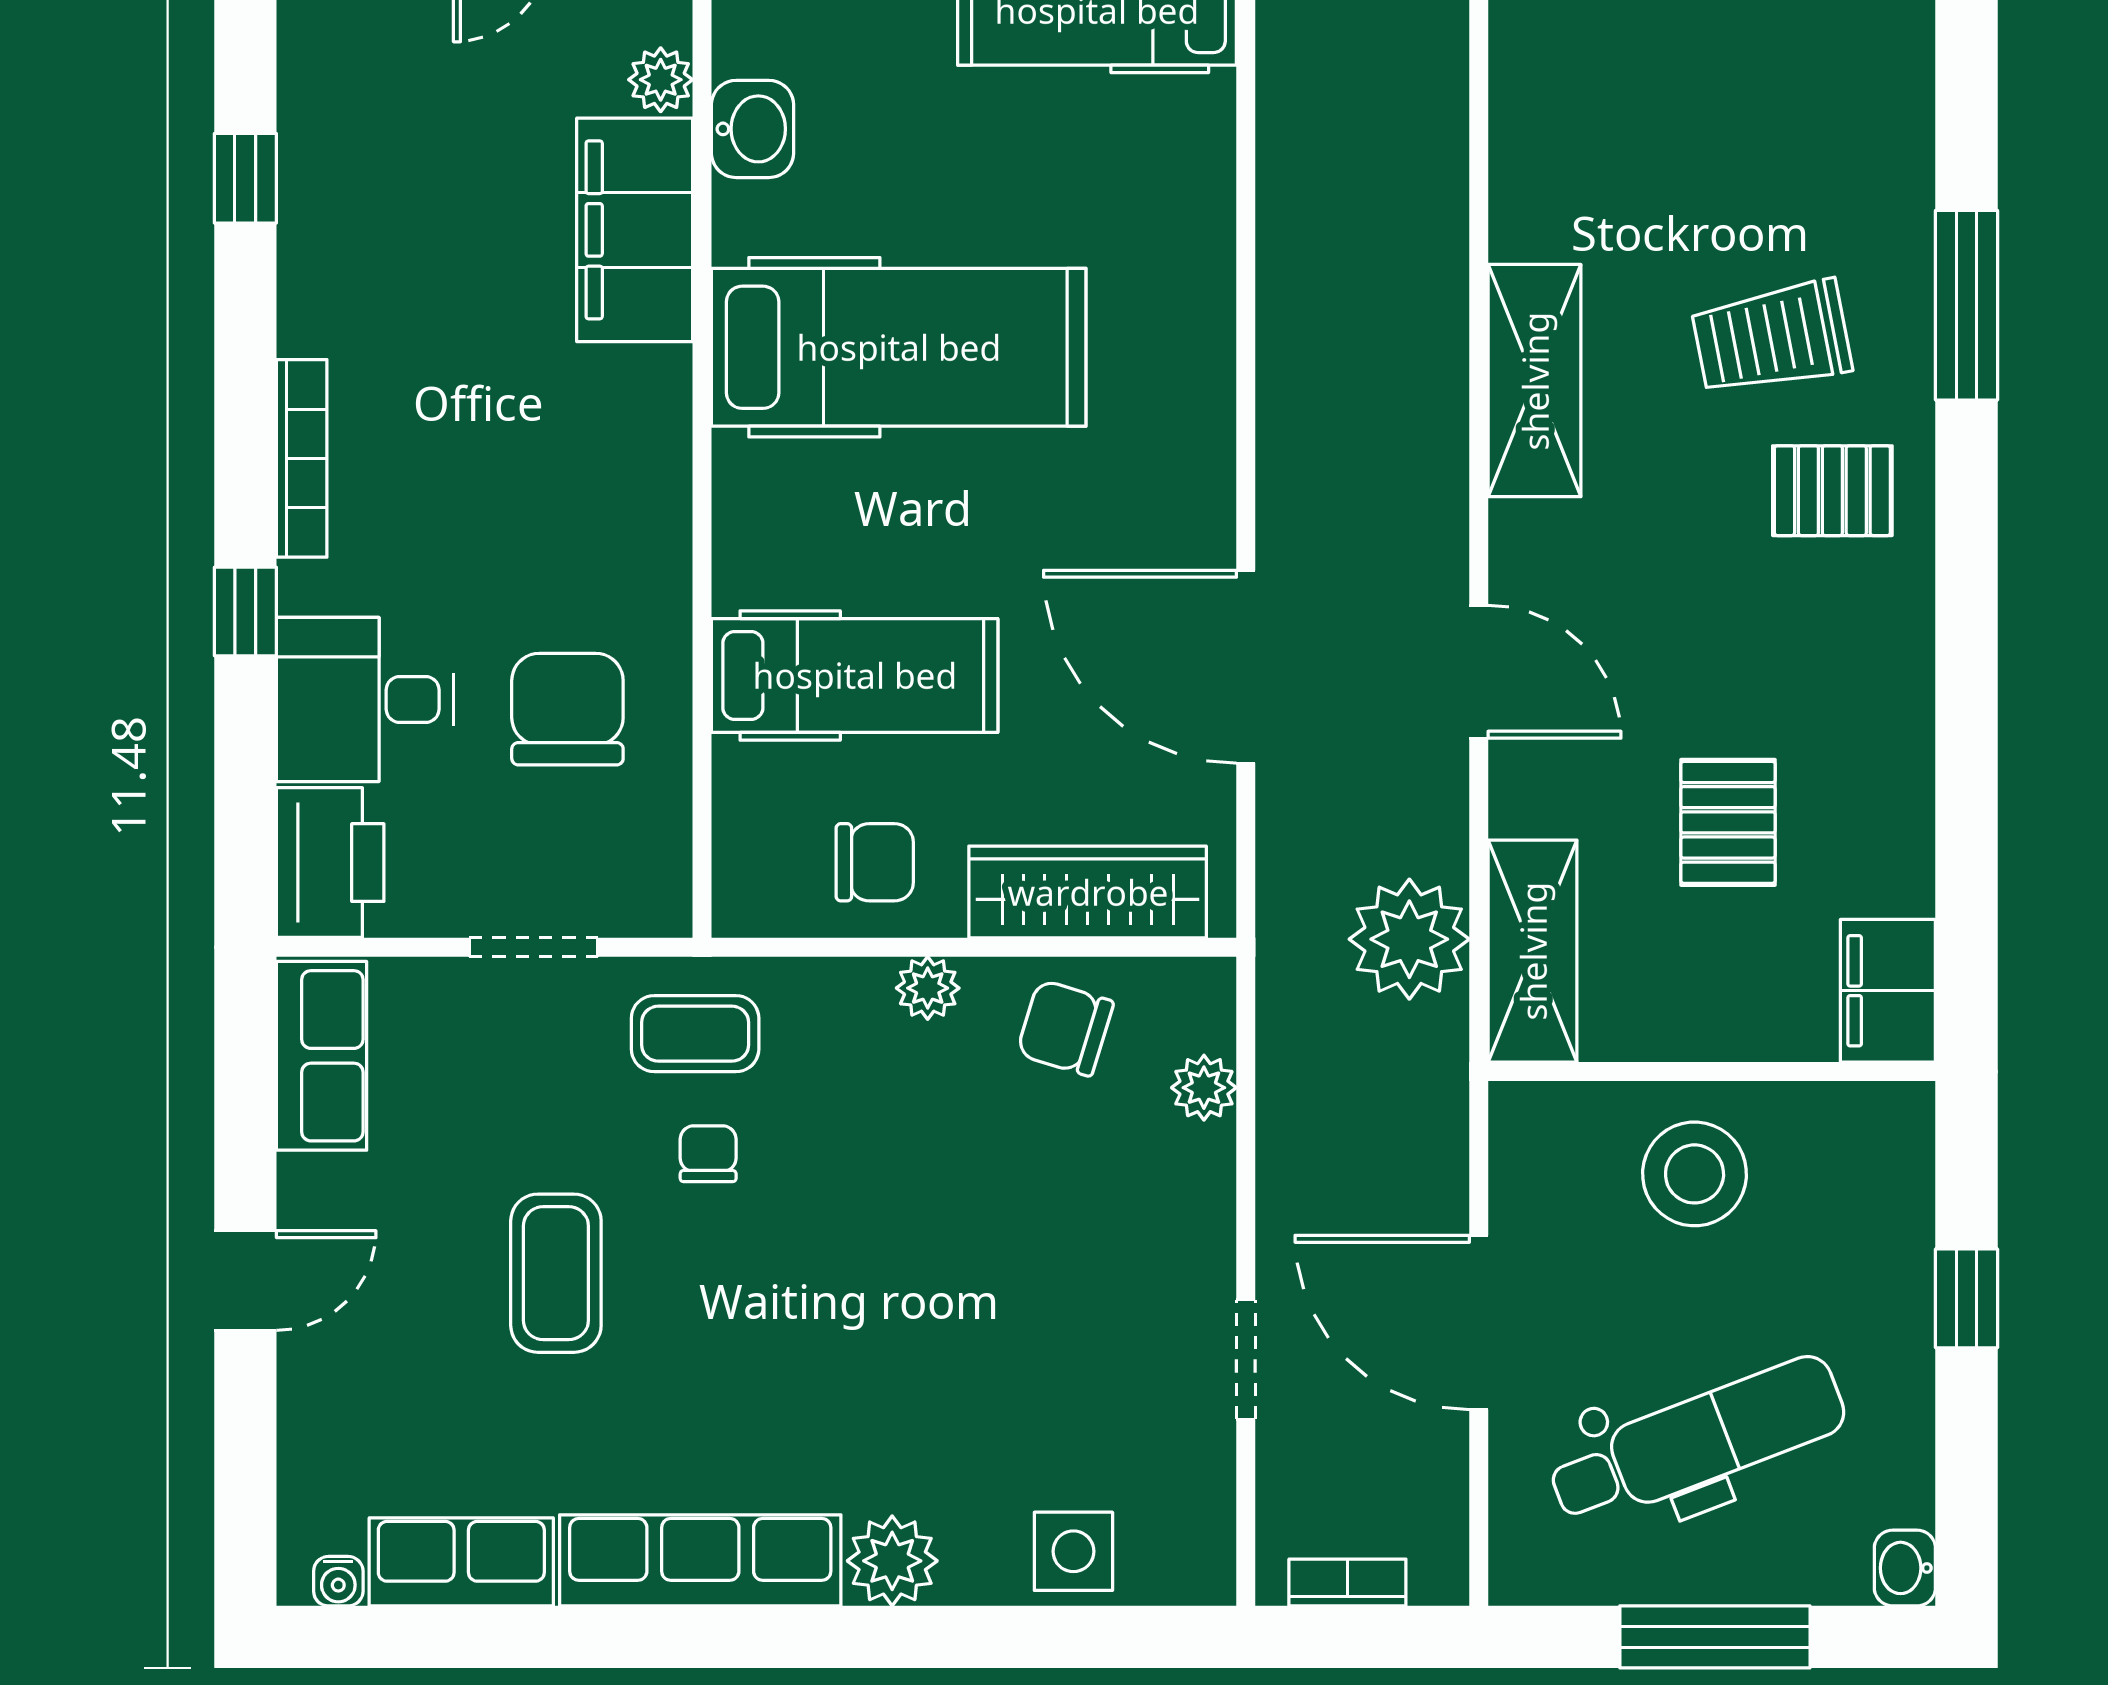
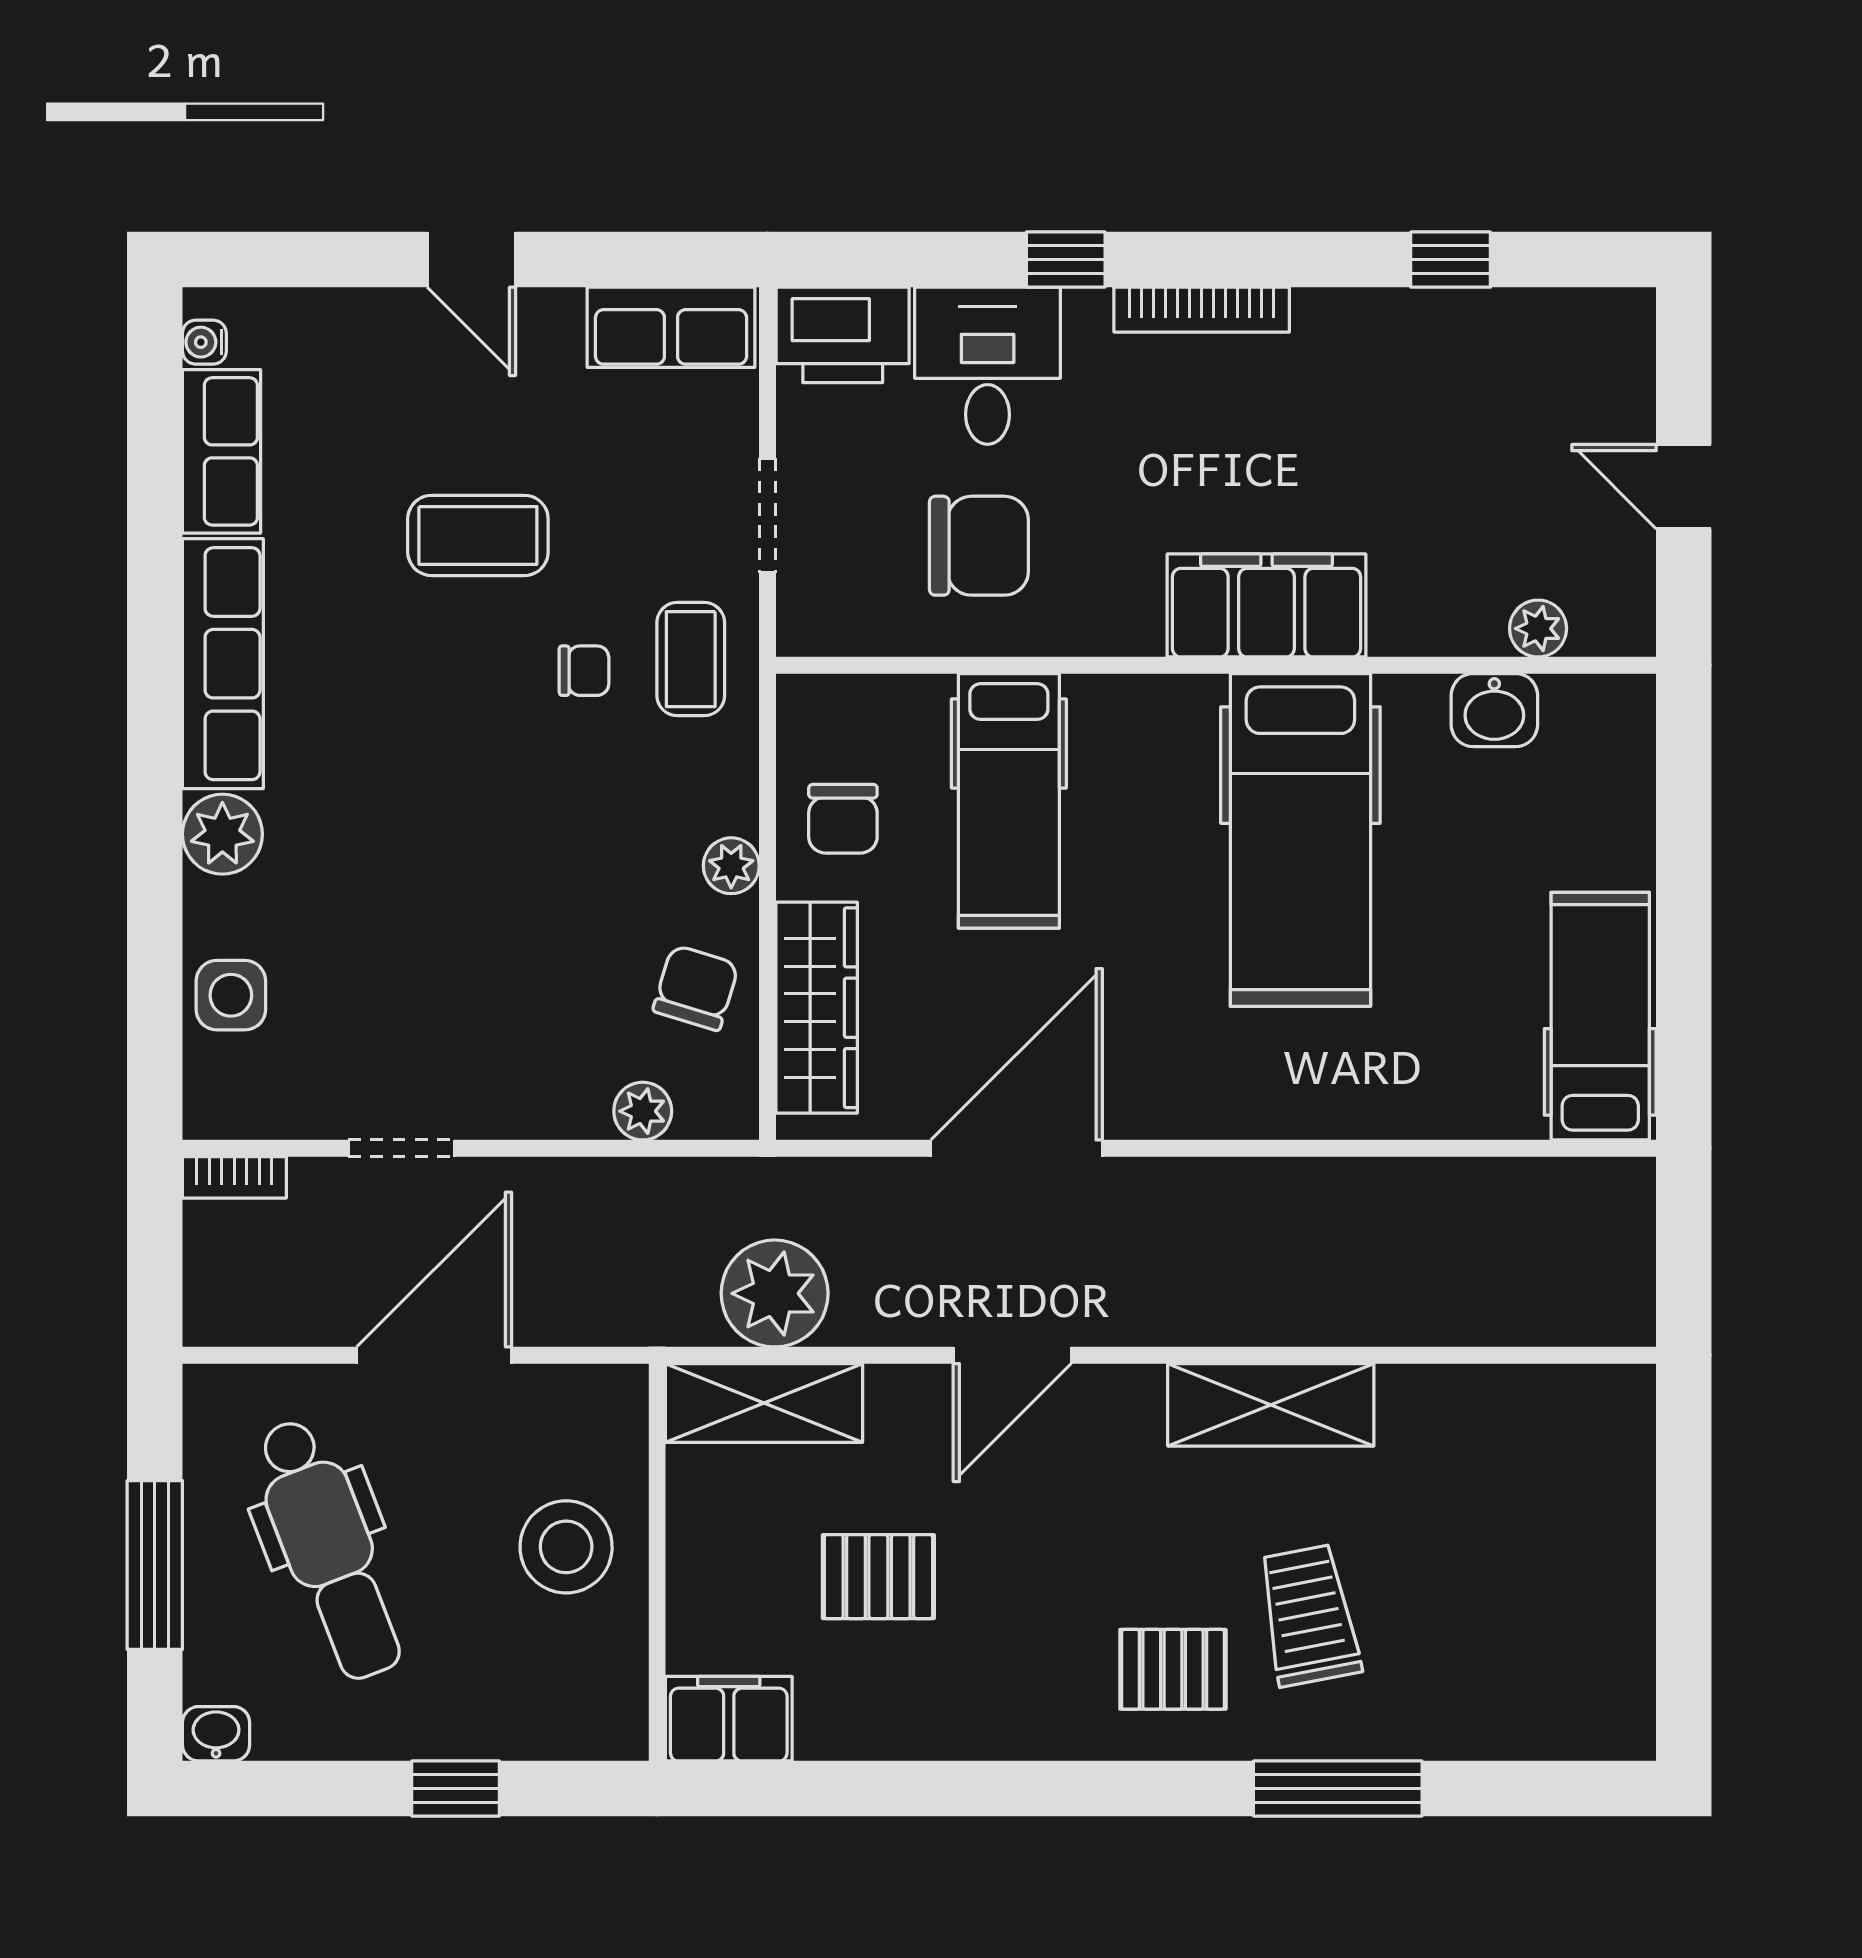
filing cabinet: (635, 230) -> (1267, 605), moved
pallet: (1832, 491) -> (1173, 1669), turned 90
bookcase: (1347, 1582) -> (234, 1177), moved, turned 90

